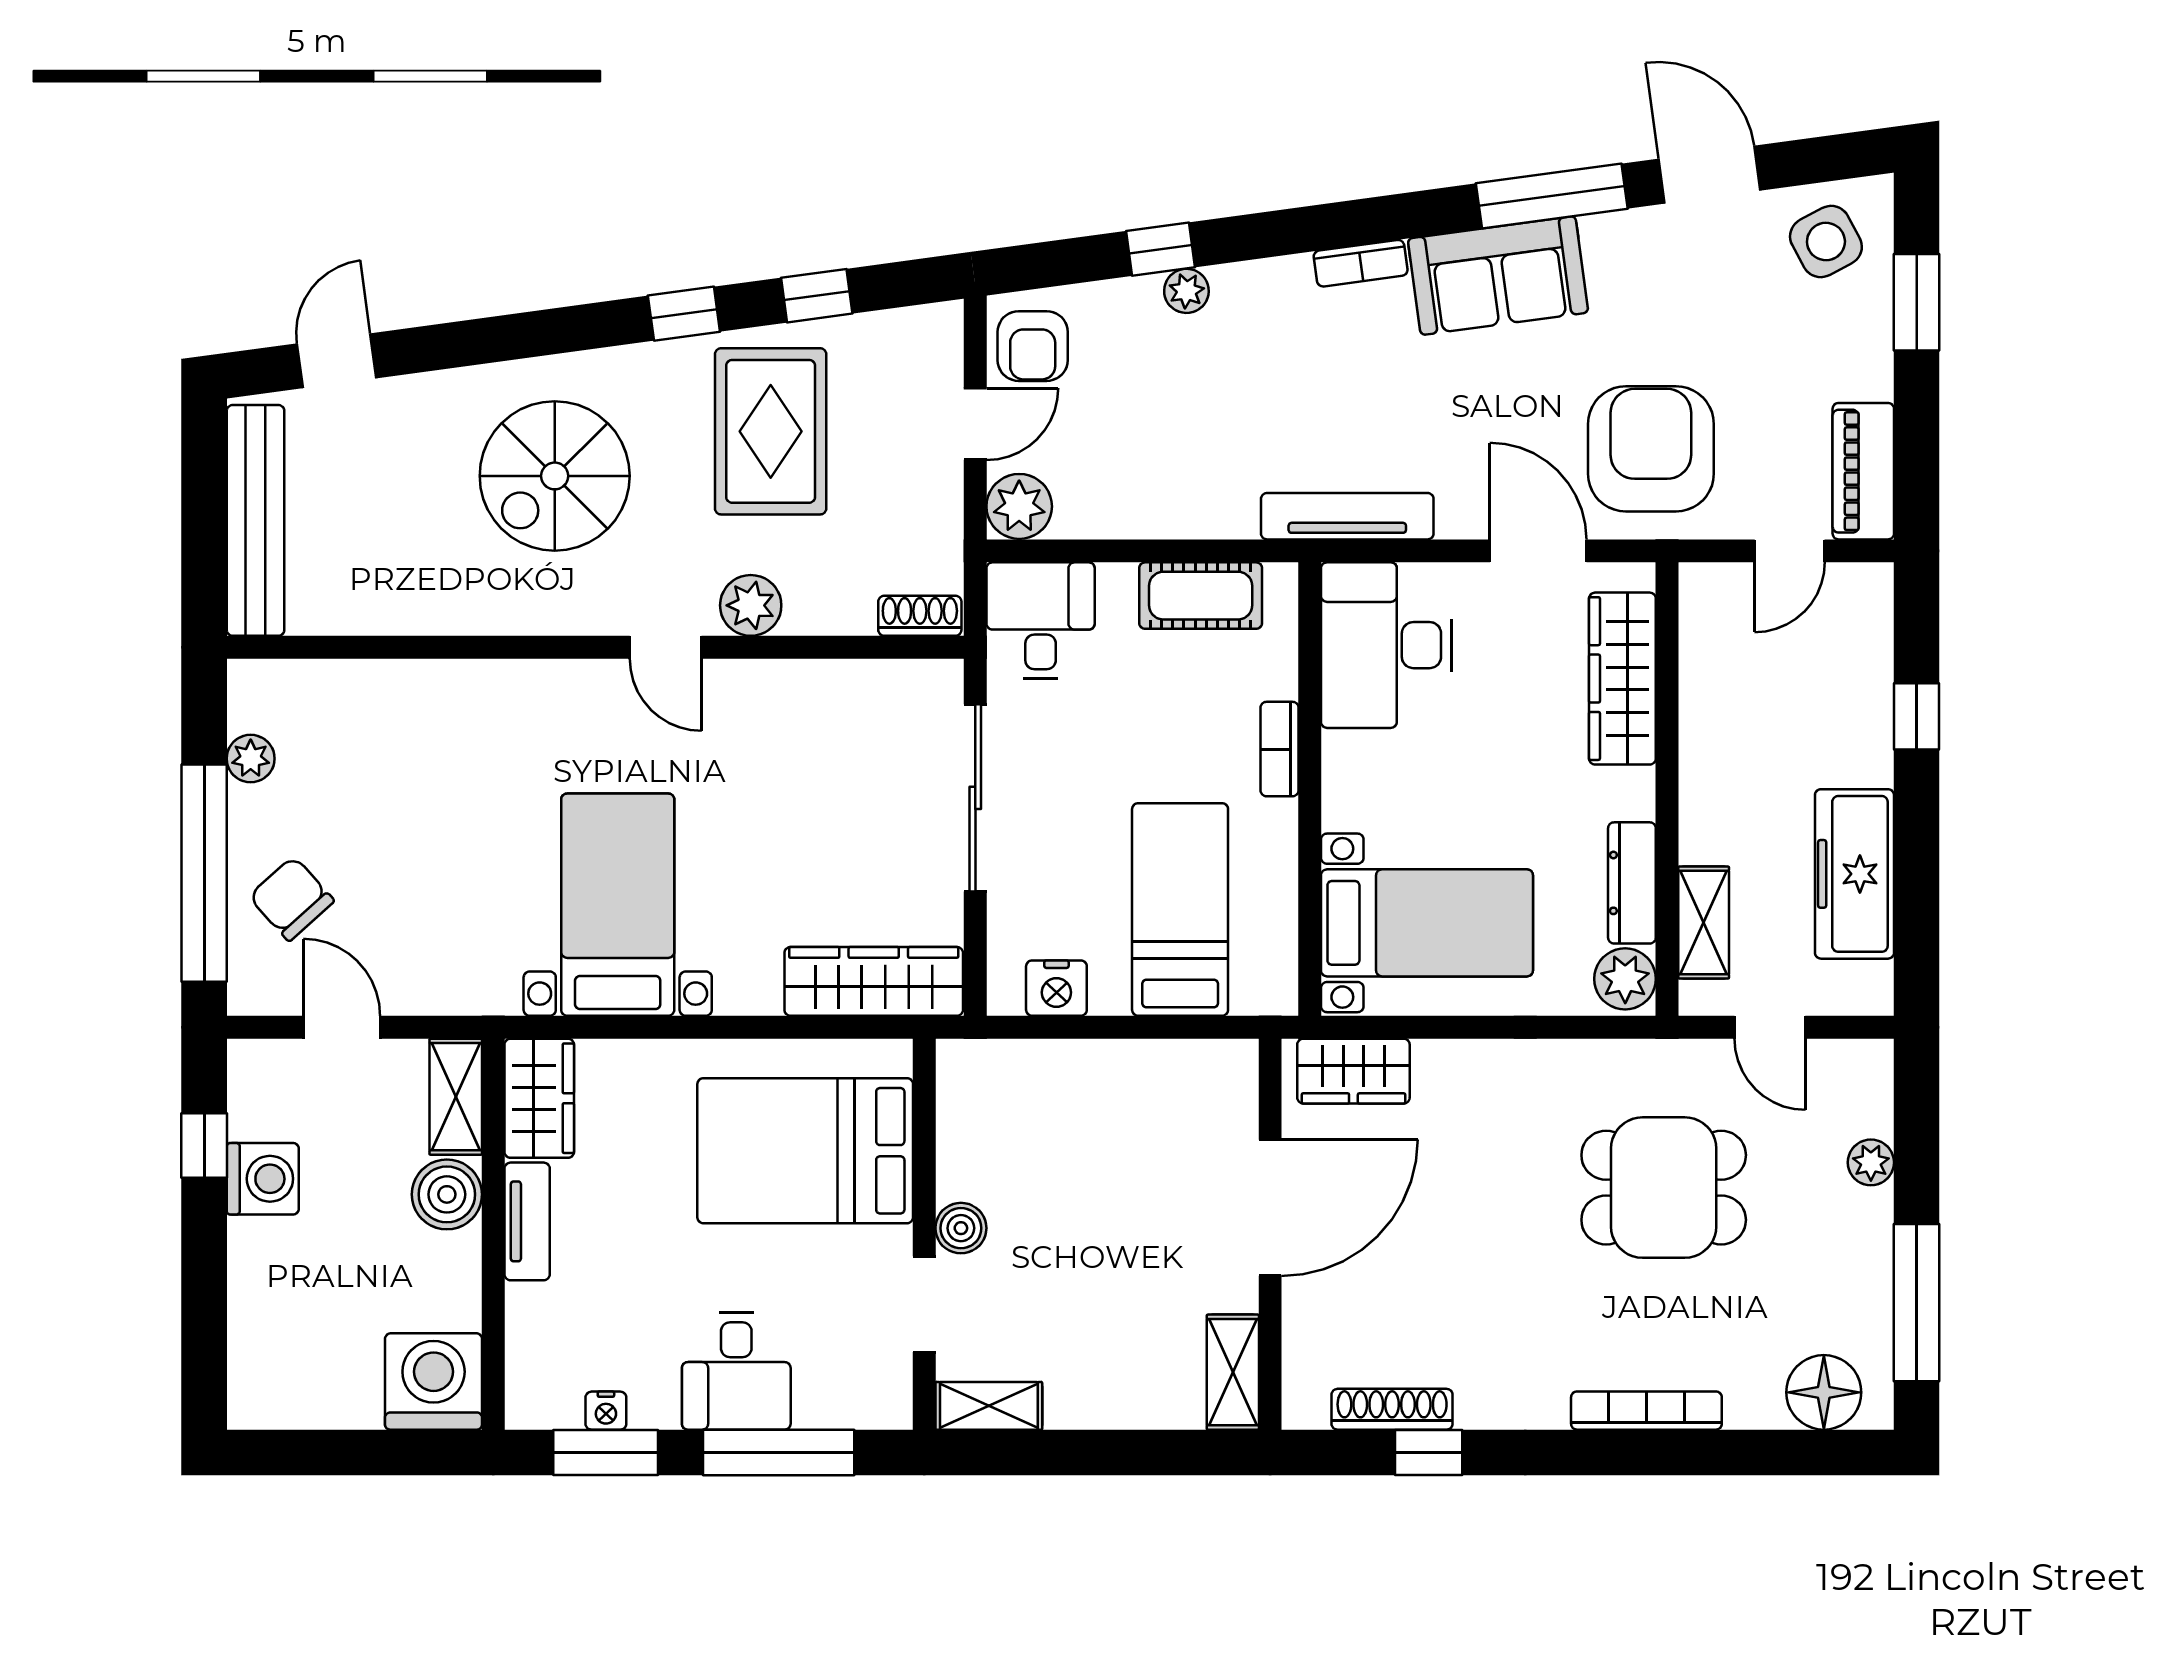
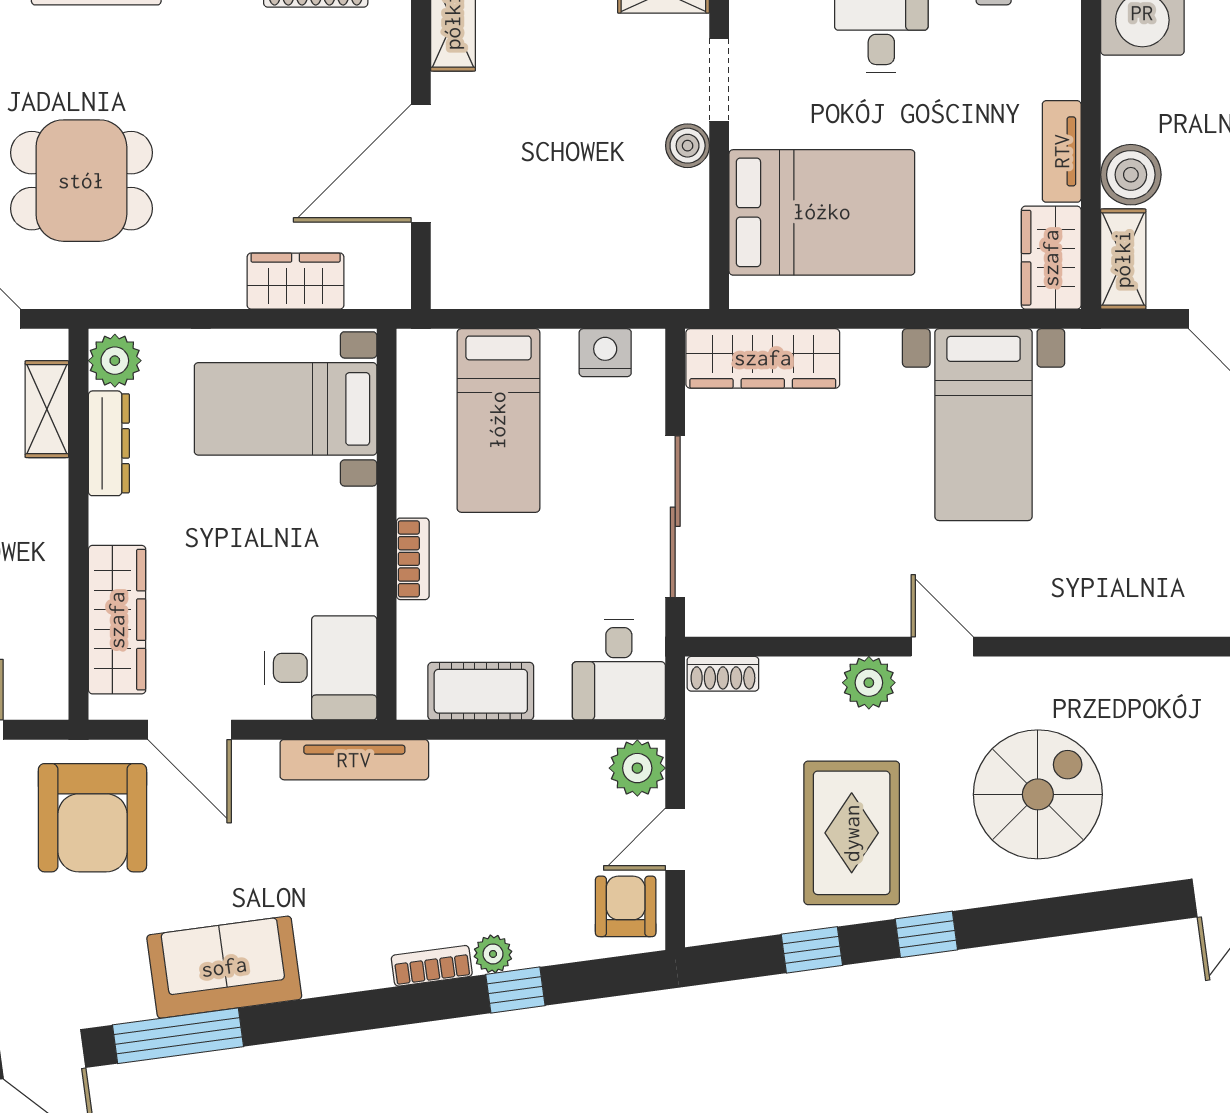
bookcase: (1361, 263) -> (432, 966), moved
desk: (1386, 645) -> (321, 668), width x0.73
wardrobe: (1353, 1071) -> (296, 281), moved

